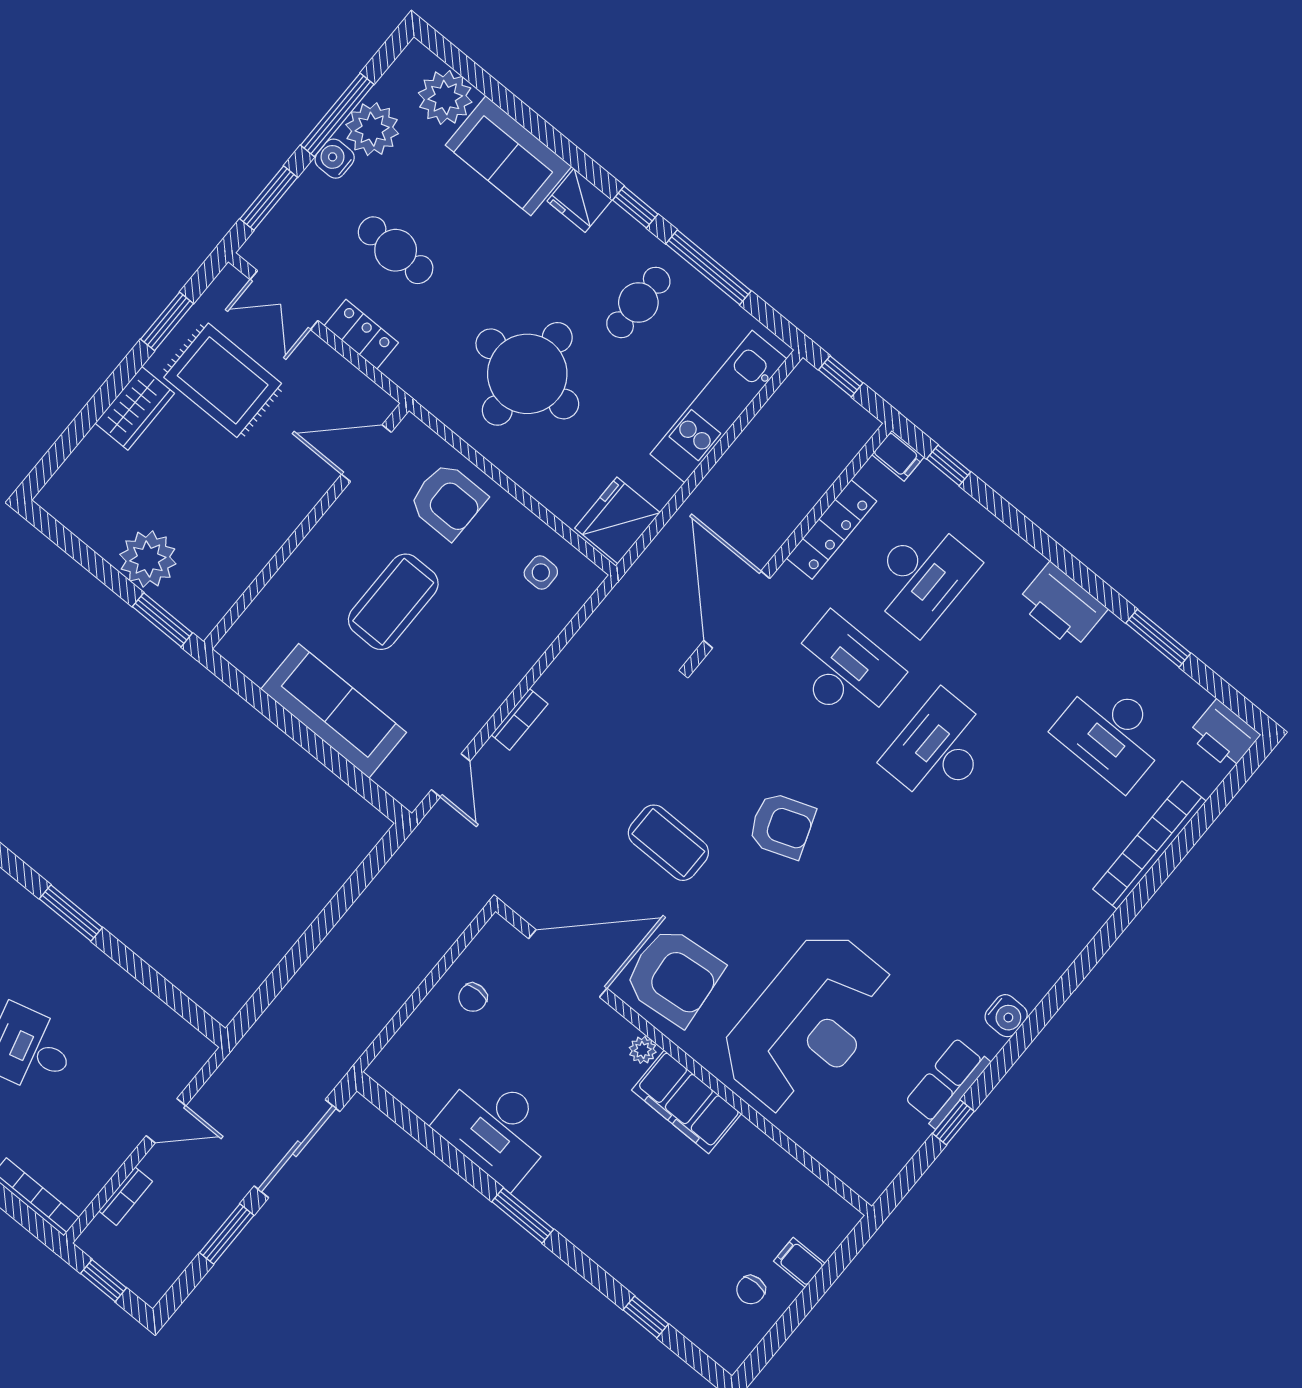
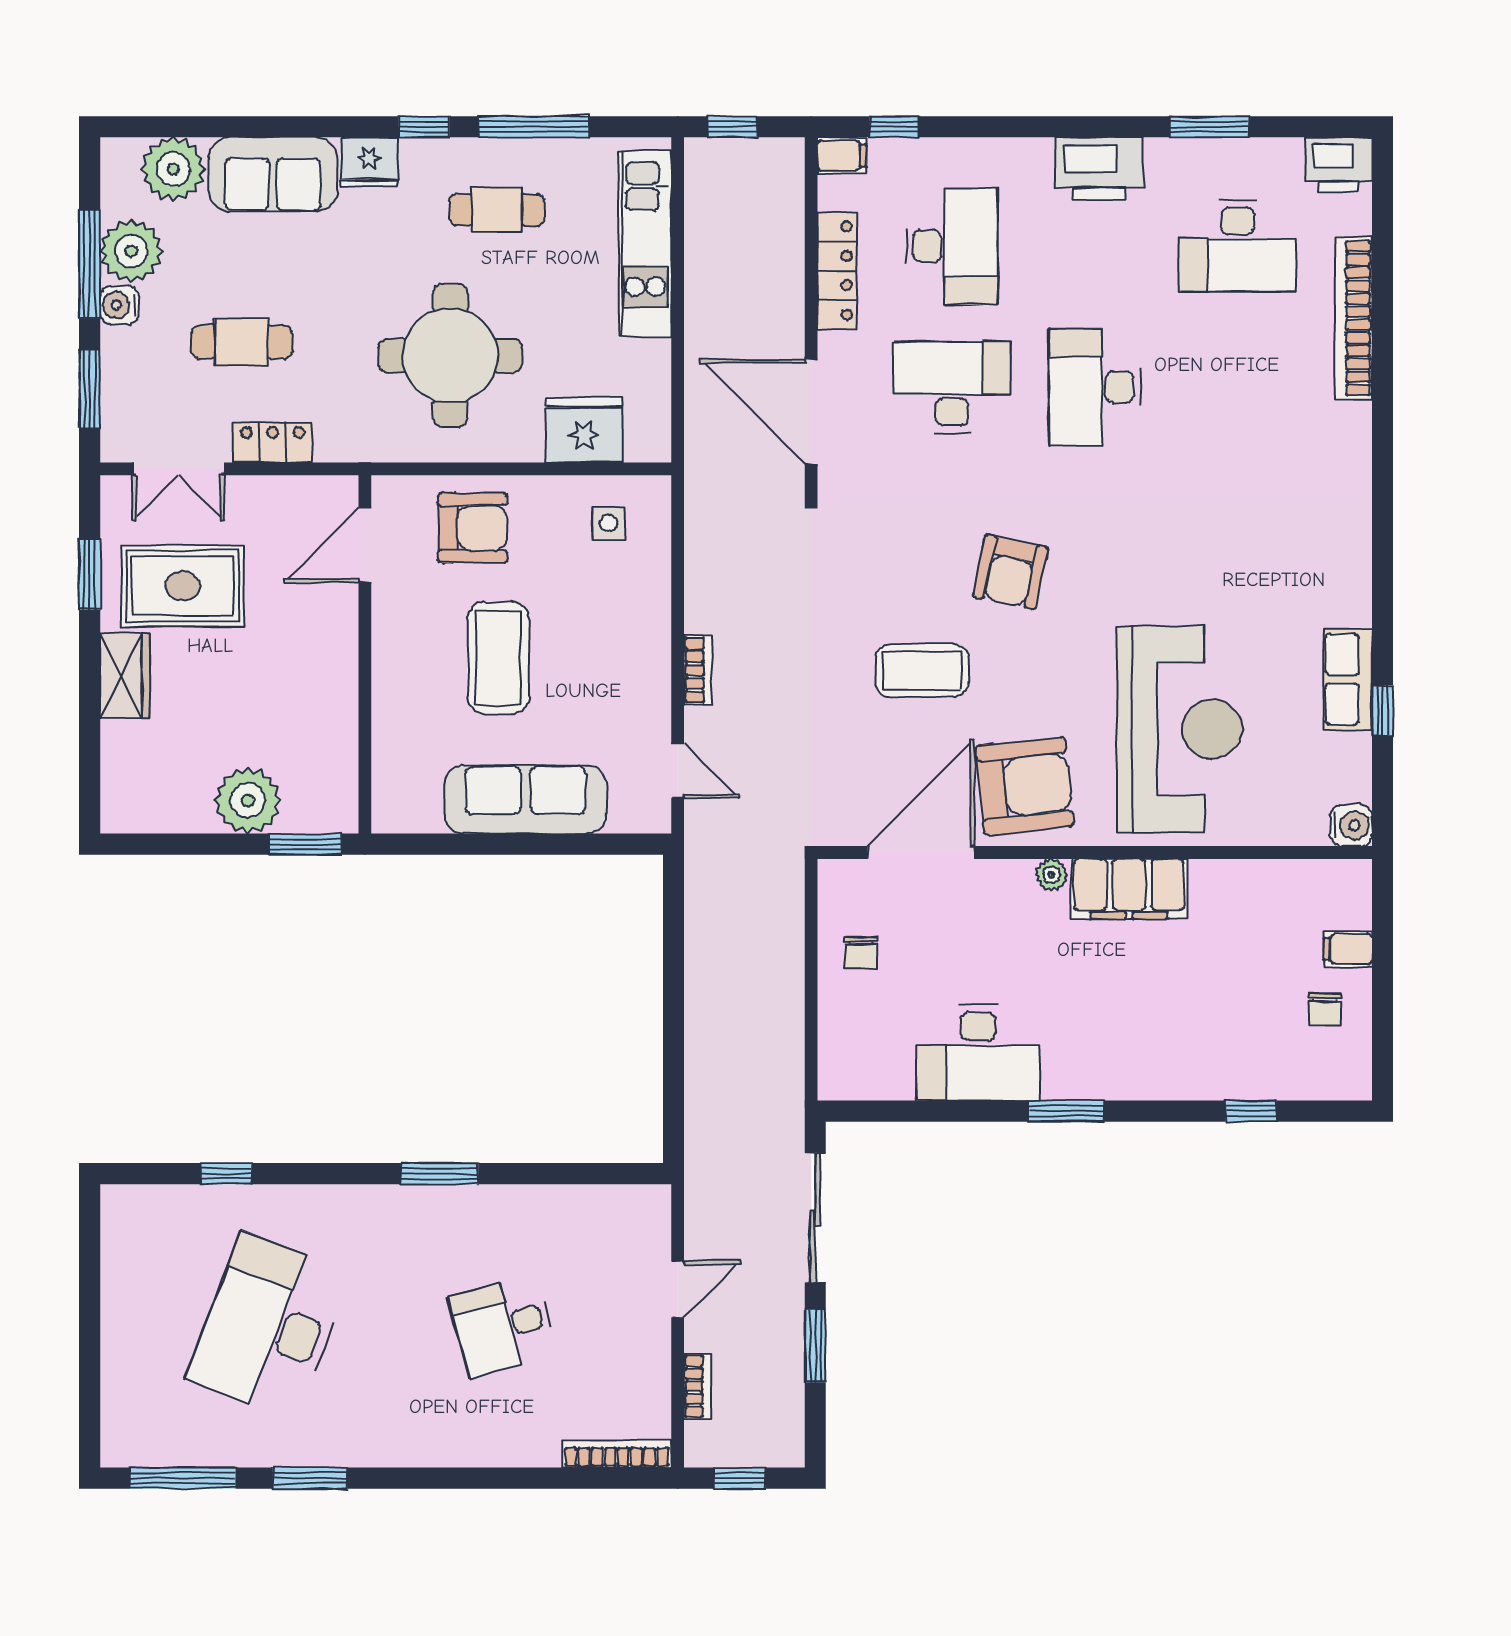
cafe table: (638, 302) -> (497, 210), turned 90
fridge: (617, 520) -> (584, 430), moved, turned 90
armchair: (782, 826) -> (1010, 572), turned 122
water cooler: (1006, 1016) -> (1351, 825), moved

